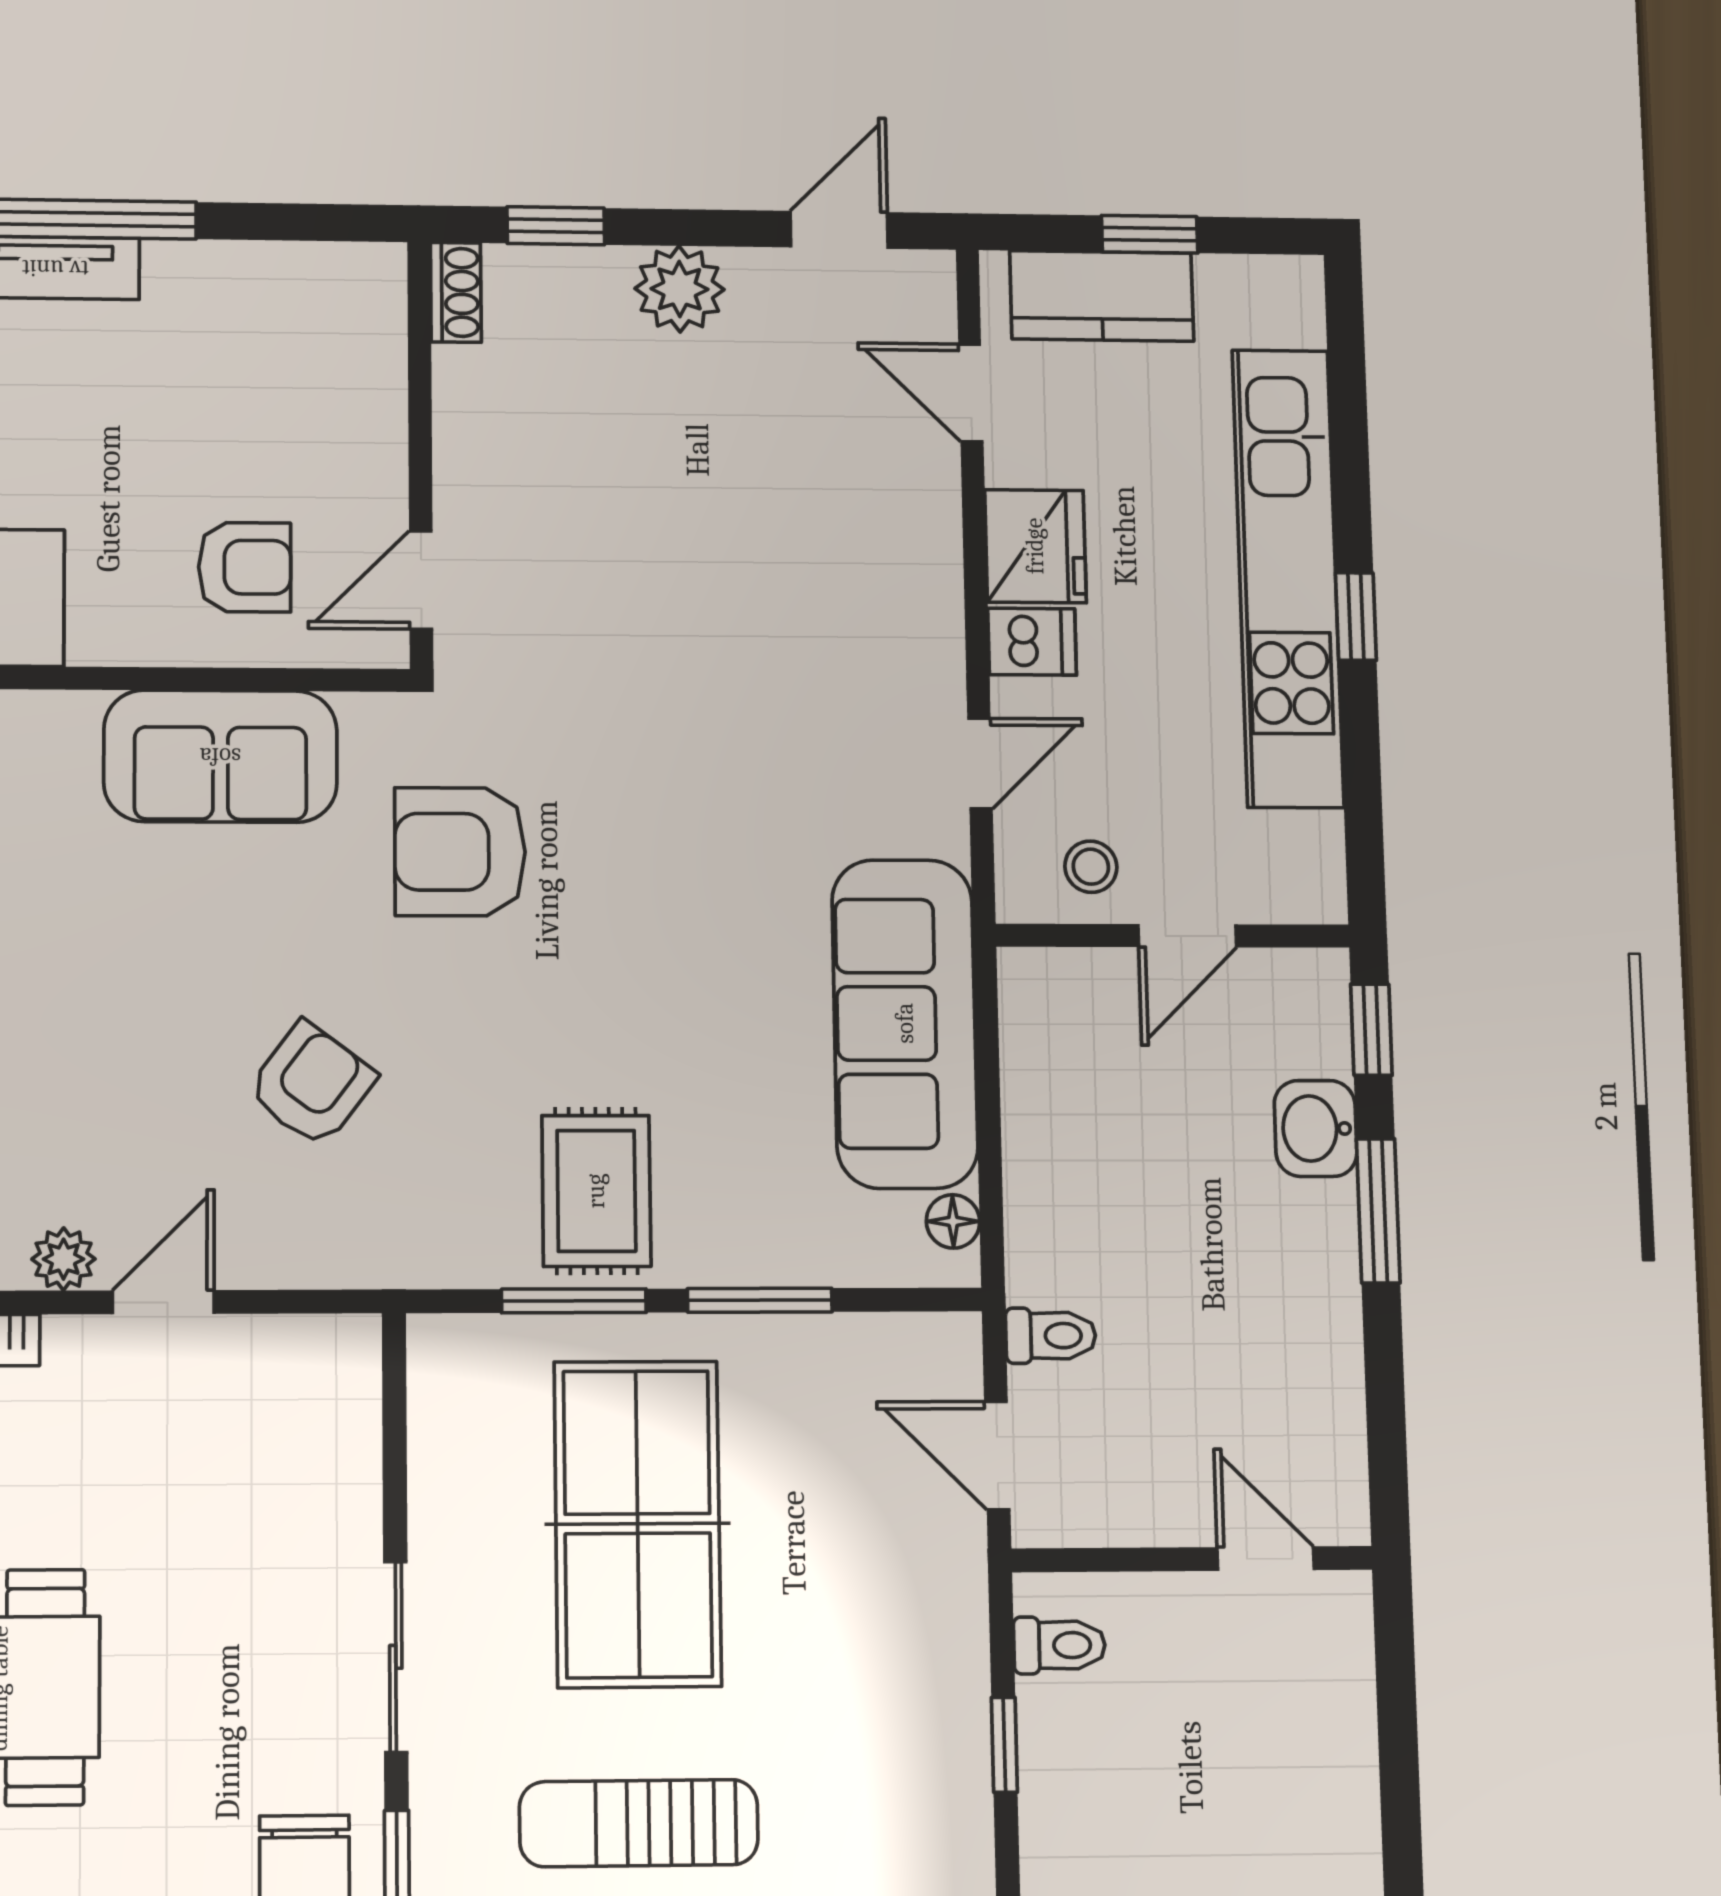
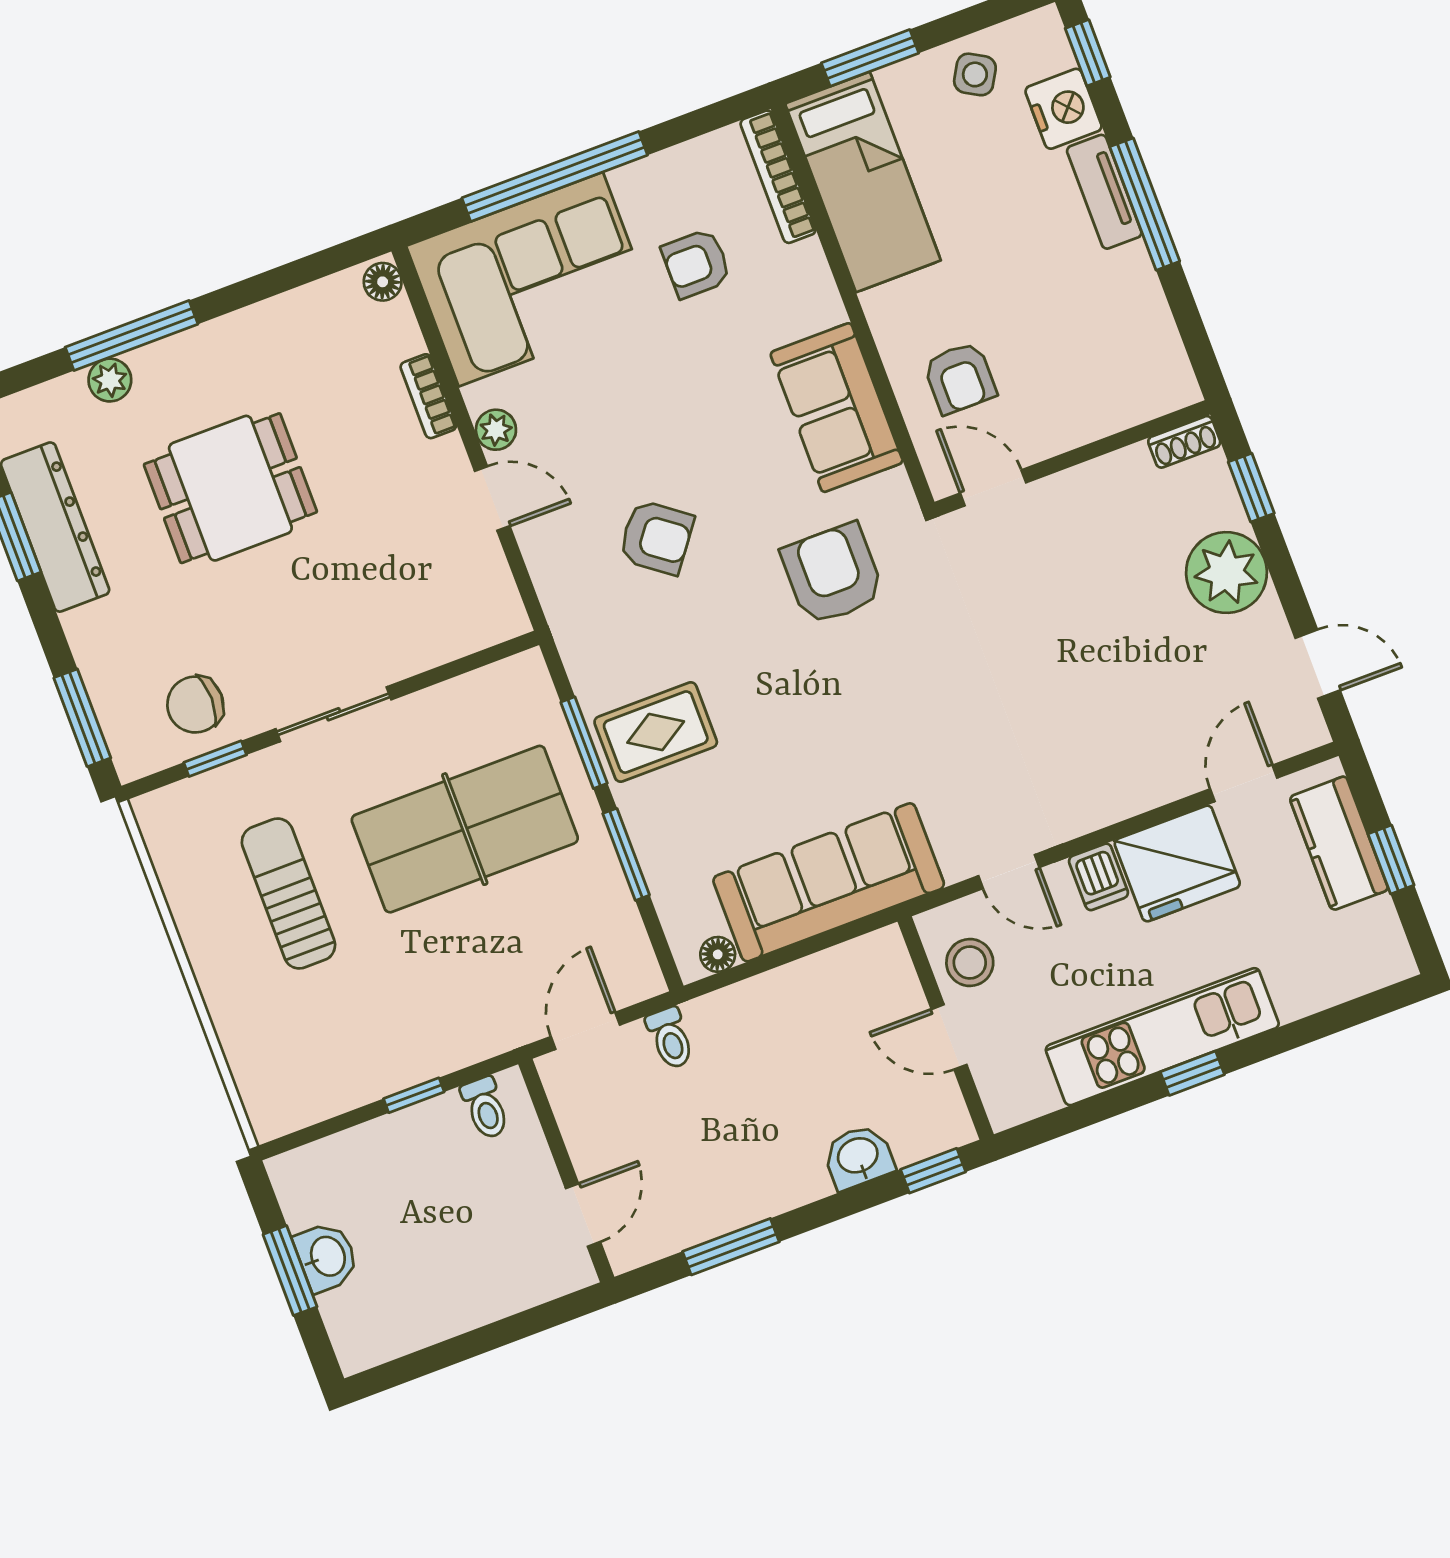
plant: (680, 289) -> (1226, 573), width x1.36, depth x1.36
fridge: (1035, 546) -> (1177, 863), width x1.36, depth x1.34
kitchen unit: (1288, 578) -> (1162, 1037), width x0.73
stool: (1091, 867) -> (970, 963), width x1.37, depth x1.37
window: (1378, 1211) -> (731, 1247), moved

